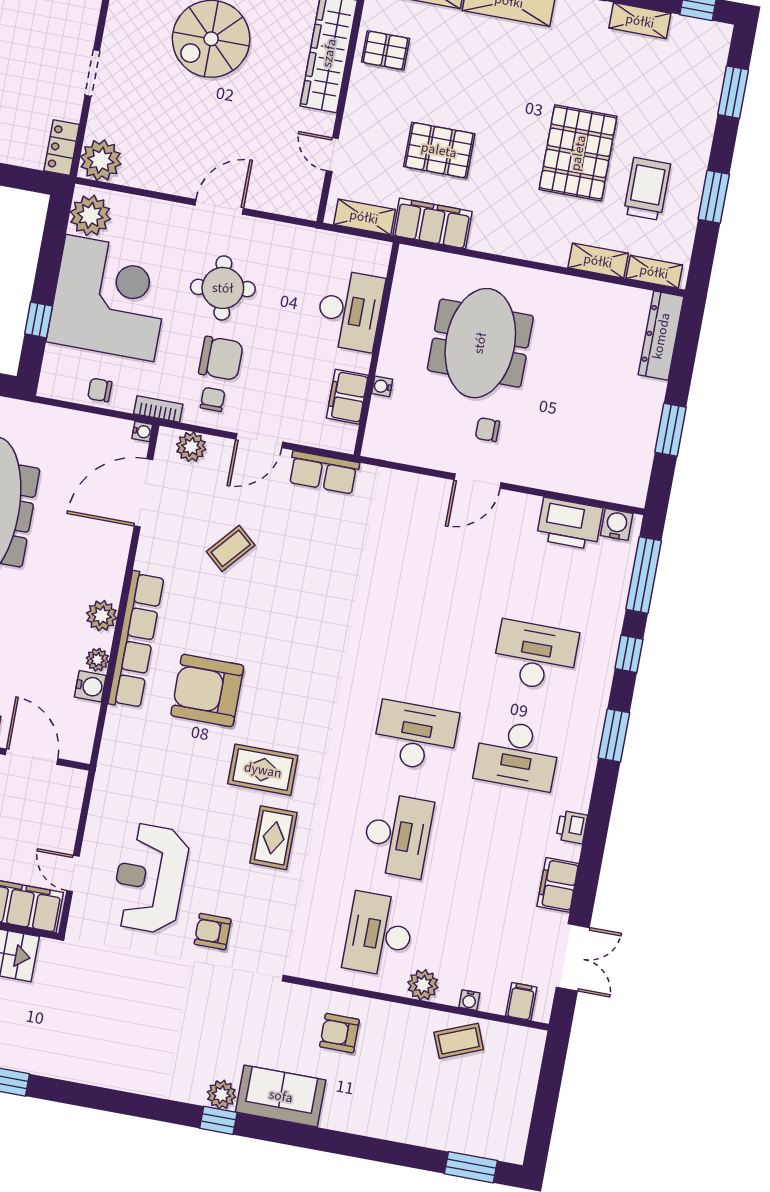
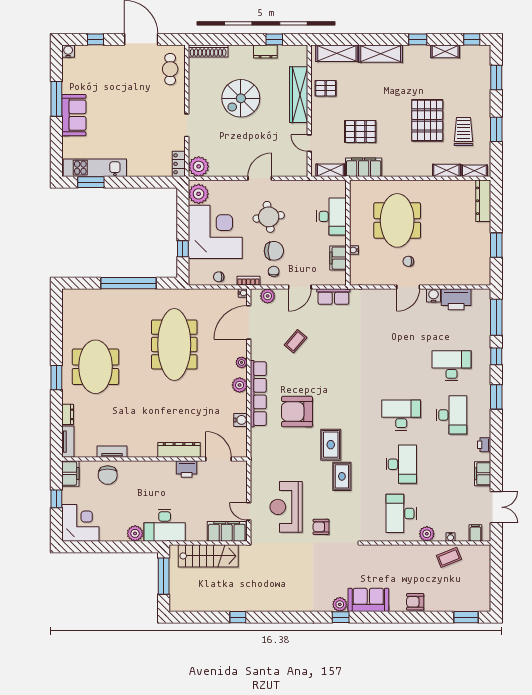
water cooler: (617, 524) -> (433, 295), moved
plant: (97, 660) -> (242, 362), moved
desk: (517, 755) -> (452, 415), turned -90
rug: (263, 770) -> (331, 445), turned 90
armchair: (339, 1033) -> (415, 602), moved

